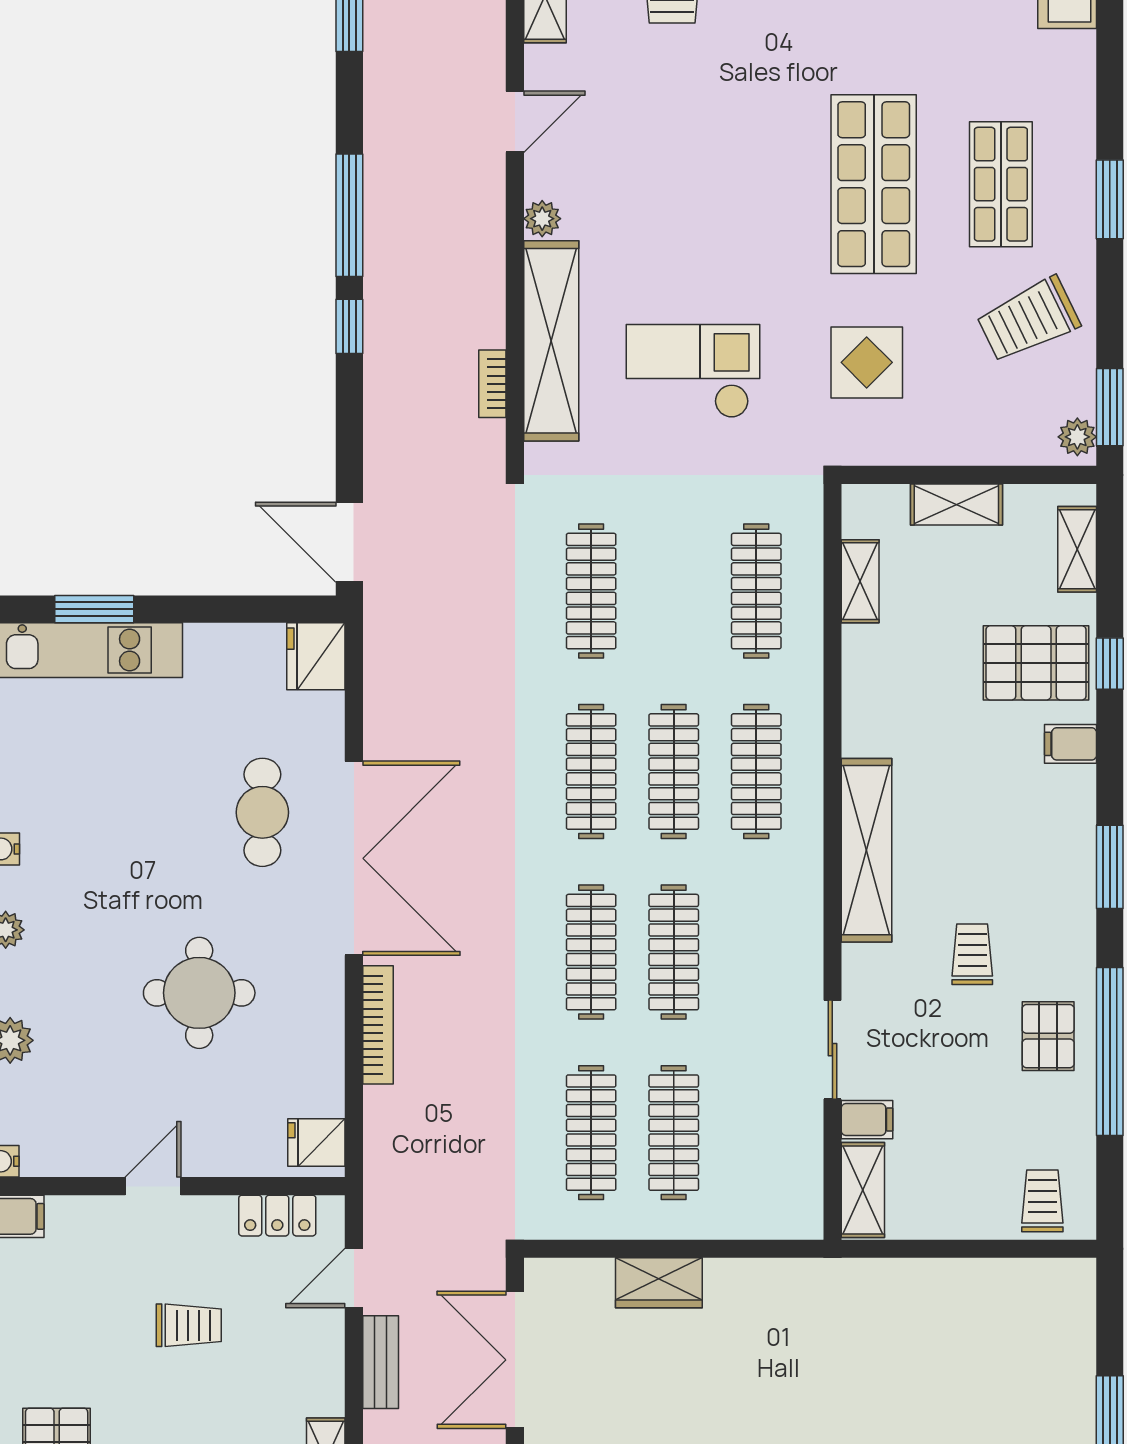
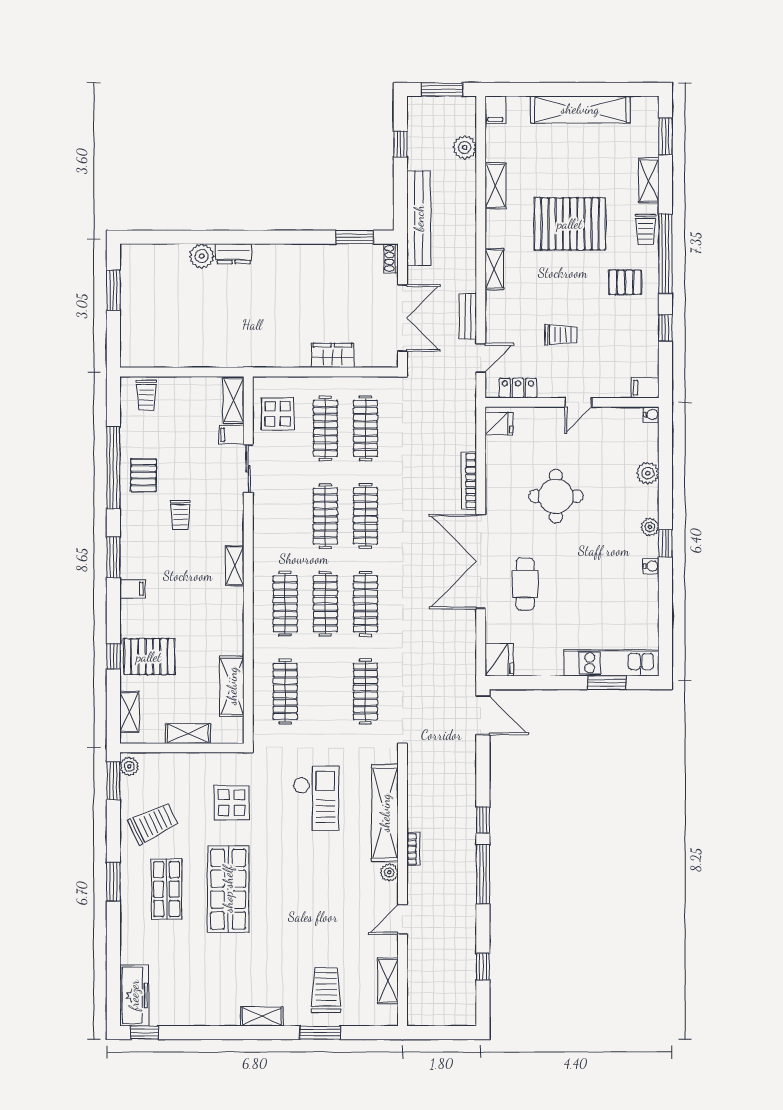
checkout: (693, 371) -> (316, 798), turned -90
bookcase: (492, 384) -> (413, 849), moved
shelving: (860, 581) -> (232, 686), width x1.50, depth x1.33
filing cabinet: (1071, 744) -> (133, 589), moved
shelving: (866, 850) -> (235, 566), width x0.45, depth x0.75
display table: (772, 1163) -> (278, 414), added
trolley: (189, 1325) -> (561, 335), turned 180

